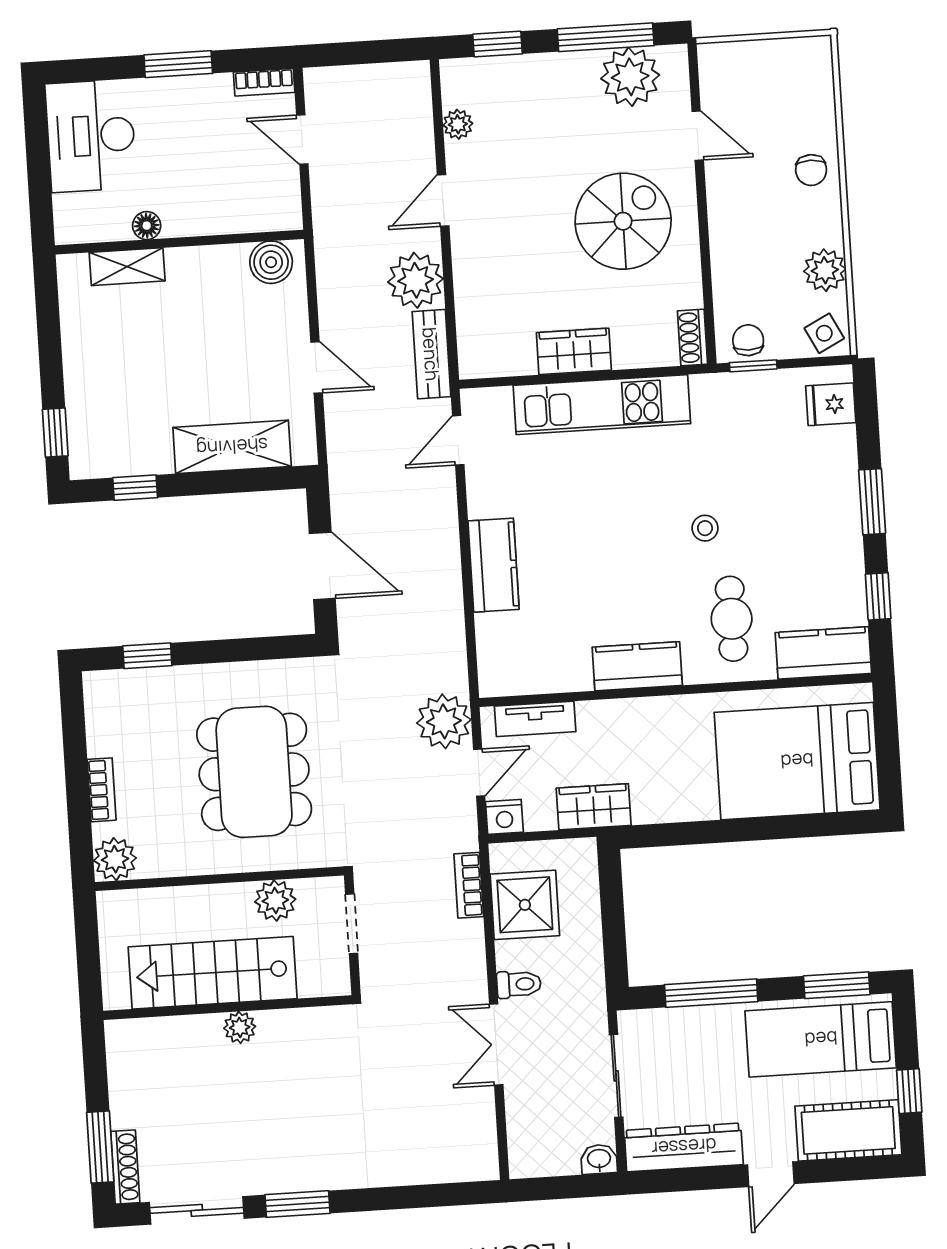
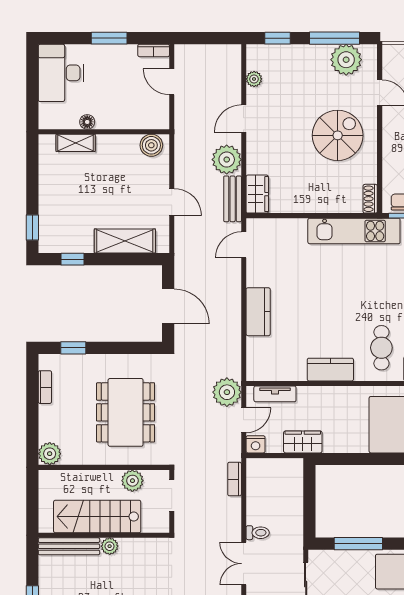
wardrobe: (574, 351) -> (257, 194), moved, turned 90
kitchen unit: (602, 405) -> (354, 231), moved
stool: (705, 528) -> (370, 299), removed
bookcase: (102, 790) -> (45, 387), moved
shower: (525, 905) -> (263, 491), removed
bench: (163, 1033) -> (69, 546), added

